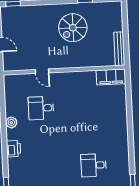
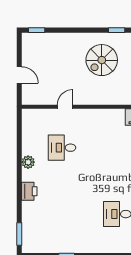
door: (42, 71) -> (65, 107), swing flipped

